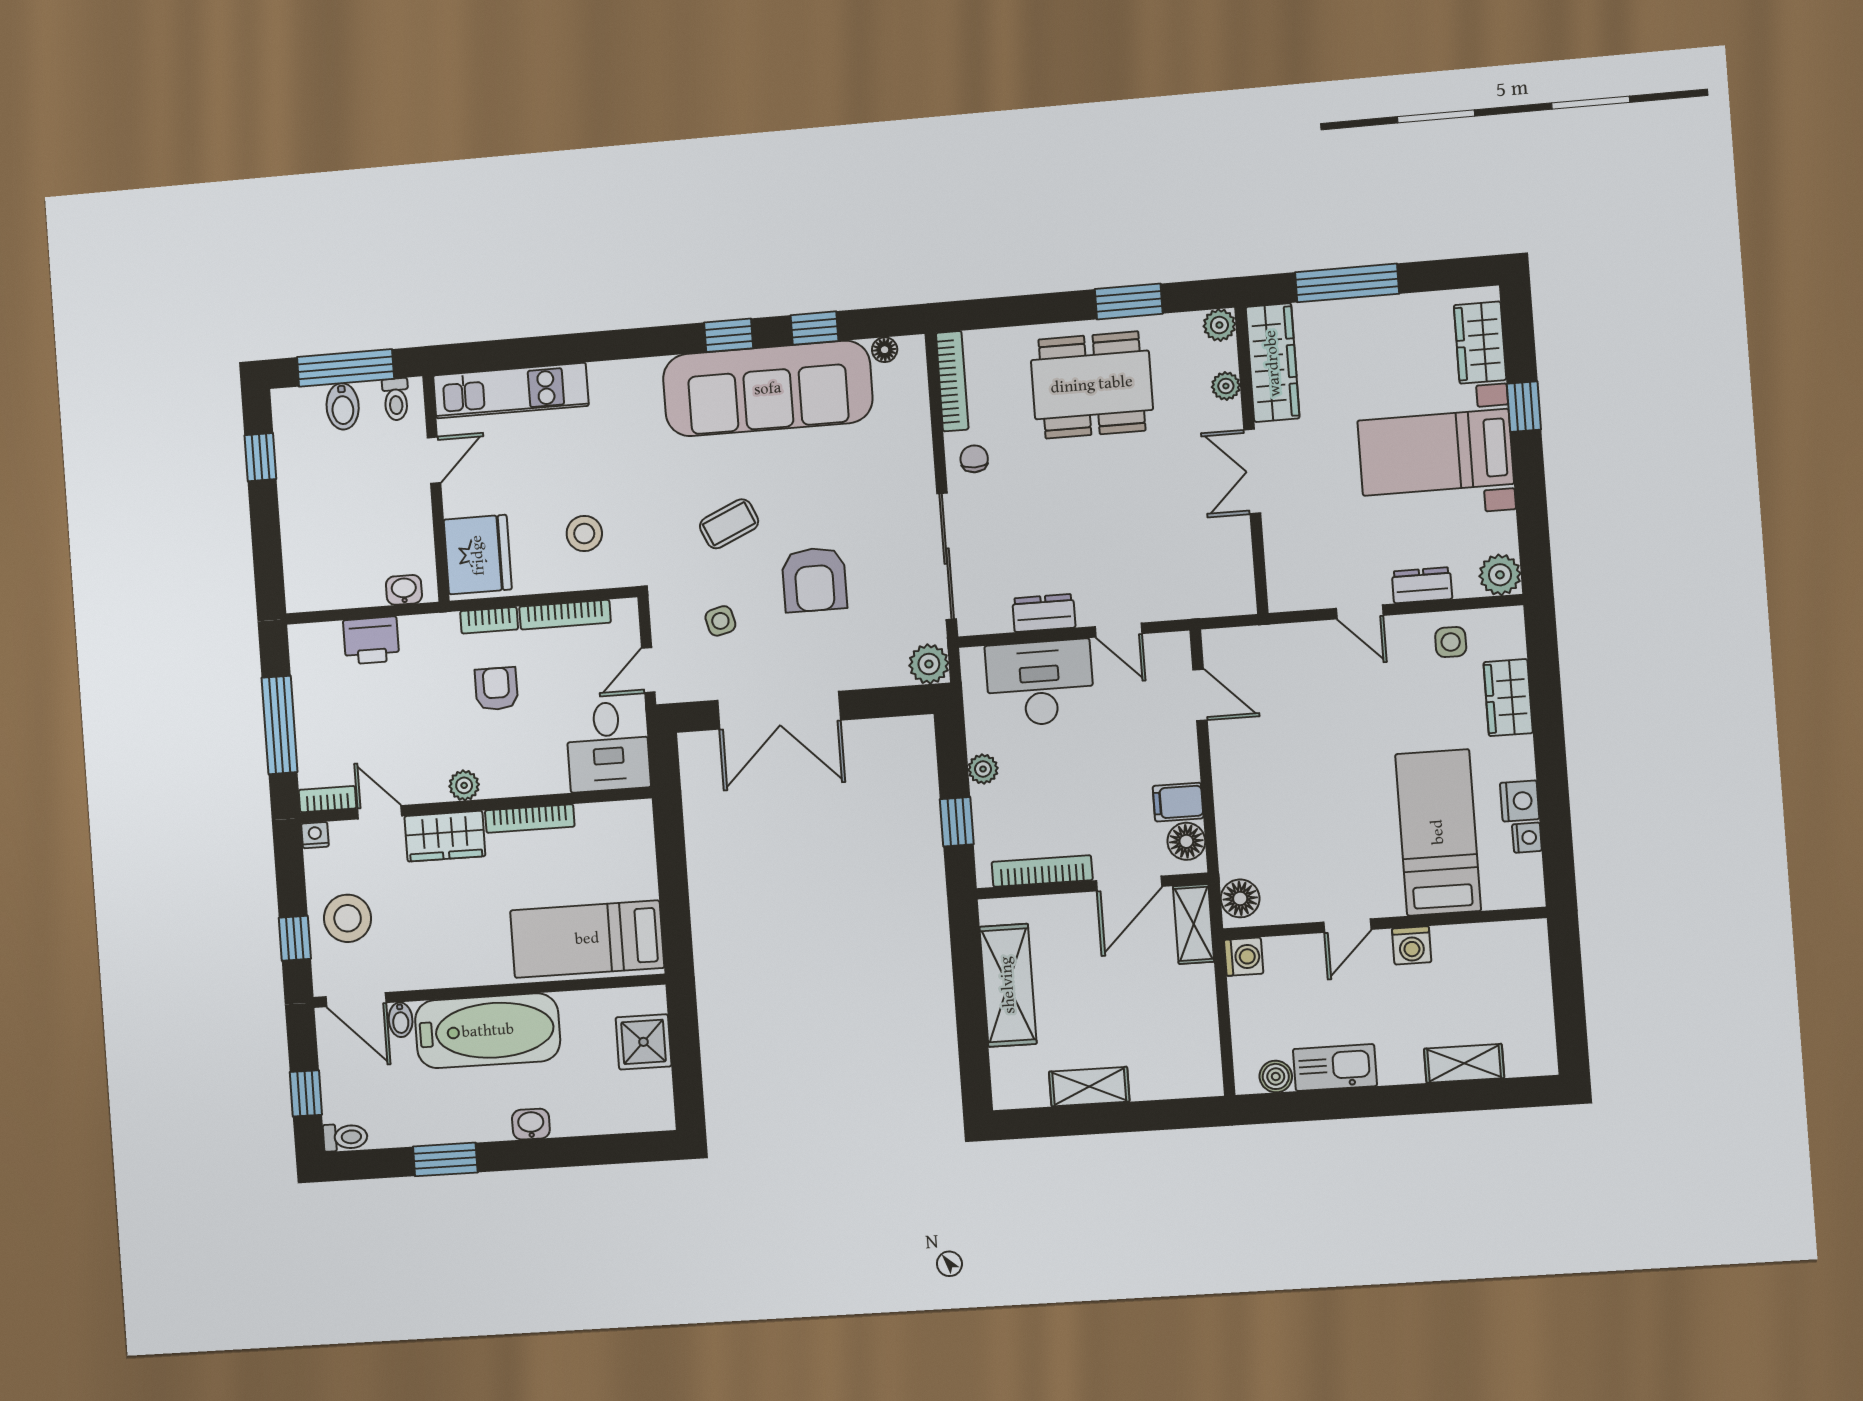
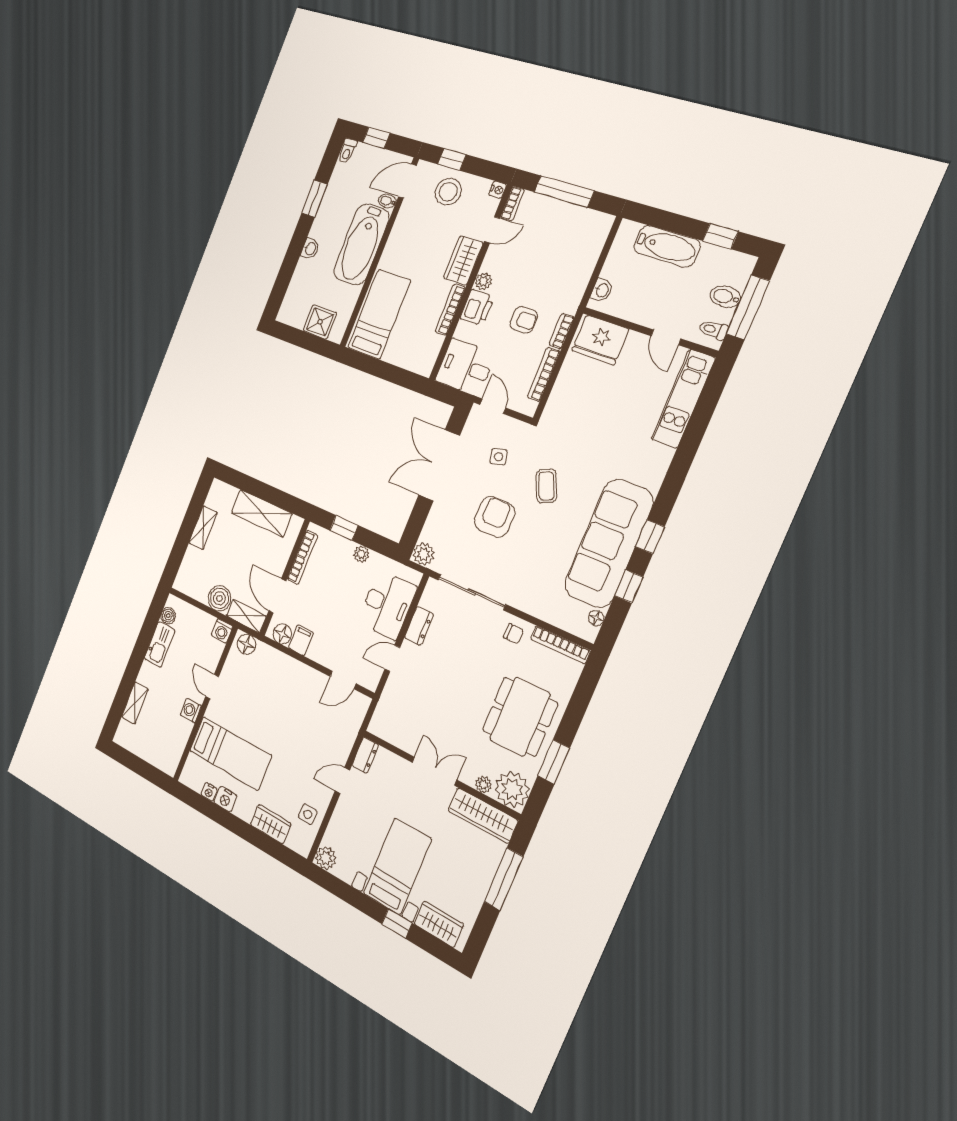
plant: (1219, 325) -> (512, 789), width x1.88, depth x1.88
bathtub: (303, 526) -> (667, 246), added
stool: (584, 533) -> (581, 404), removed
armchair: (814, 580) -> (495, 517), turned 90
dresser: (1422, 585) -> (365, 755), moved
printer: (371, 640) -> (477, 307), moved, turned 180
boiler: (1192, 991) -> (219, 598), added

